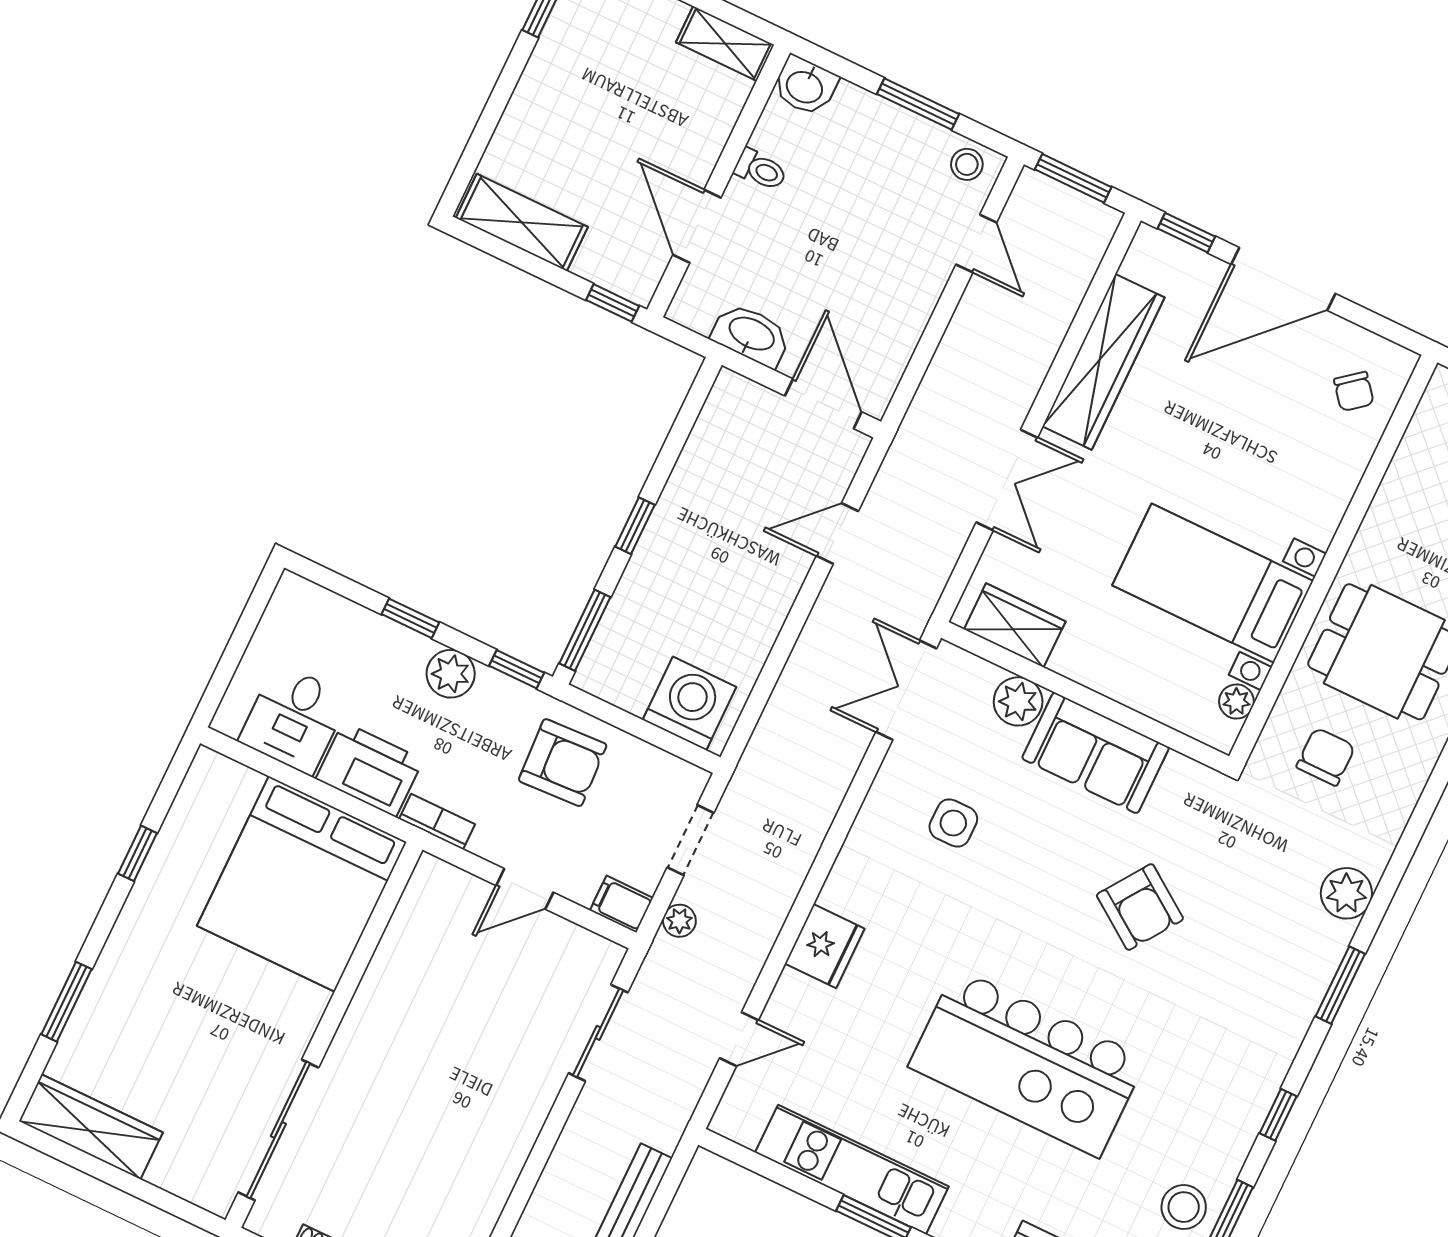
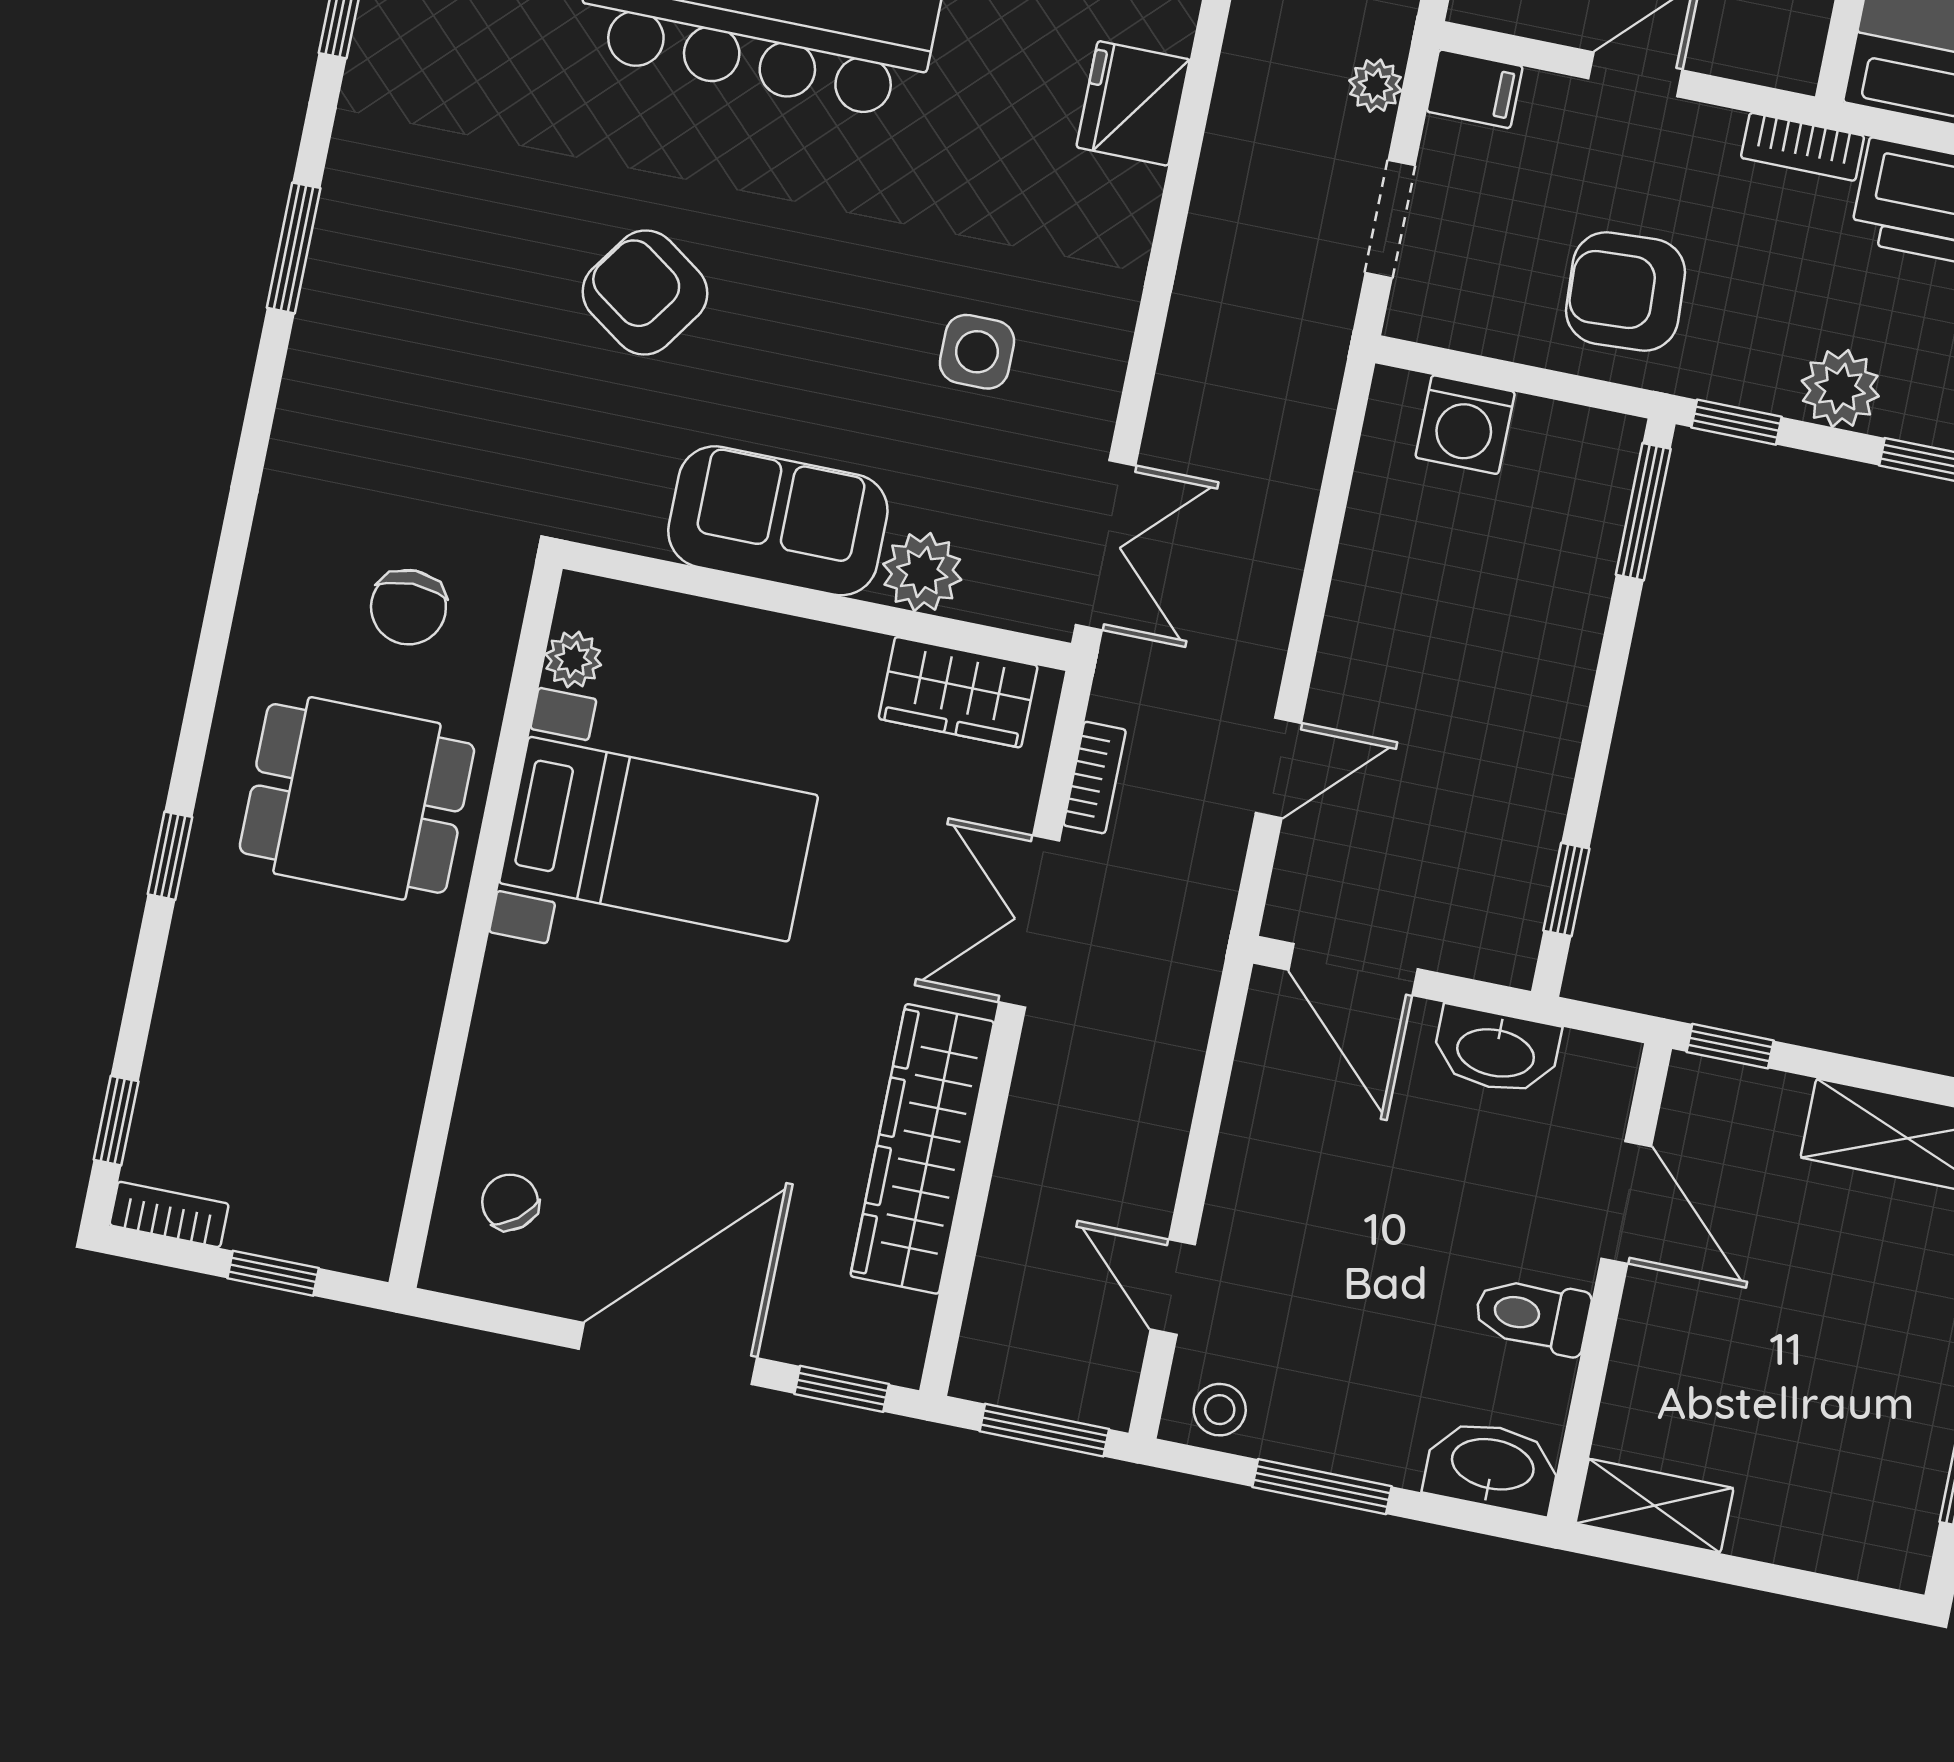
washbasin: (805, 86) -> (1492, 1467), width x1.38
toilet: (761, 170) -> (1532, 1315), width x1.37, depth x1.39
window: (635, 526) -> (1566, 890), moved
bookcase: (947, 555) -> (1095, 778), added
washing machine: (689, 703) -> (1465, 425), width x0.73, depth x0.73
plant: (1346, 893) -> (321, 397), removed

